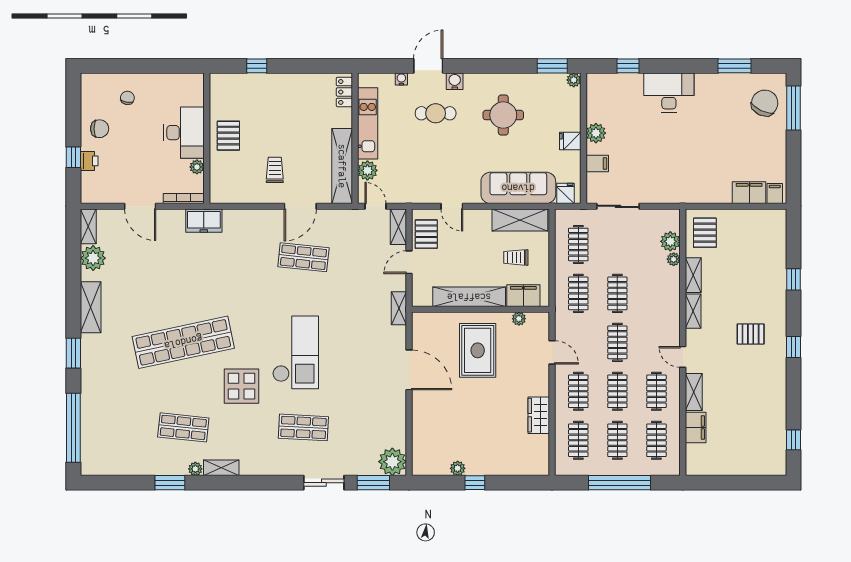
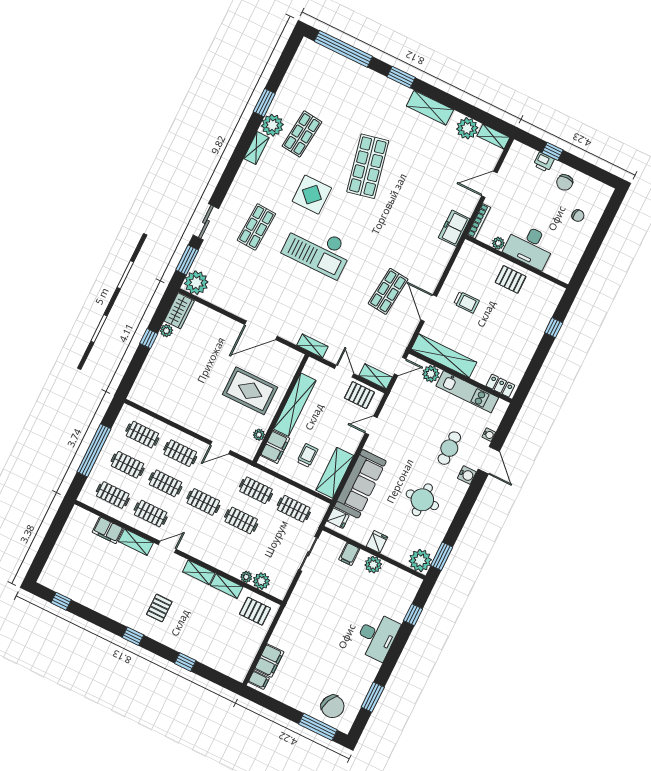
plant: (574, 80) -> (420, 560), width x1.87, depth x1.87
shop shelf: (183, 342) -> (368, 166), width x0.71
wardrobe: (539, 415) -> (179, 311), moved, turned 90
plant: (195, 469) -> (272, 125), width x1.88, depth x1.88

